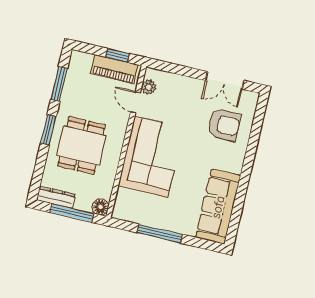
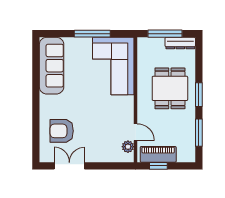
corner sofa: (151, 157) -> (113, 66), moved
floor lamp: (100, 207) -> (144, 44), removed

